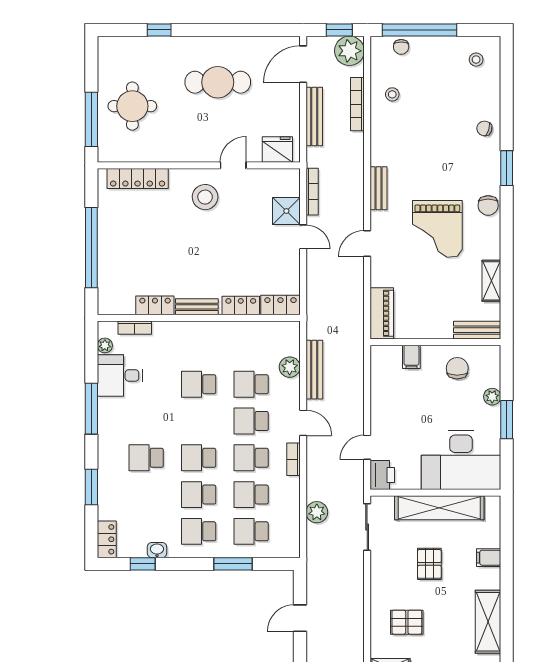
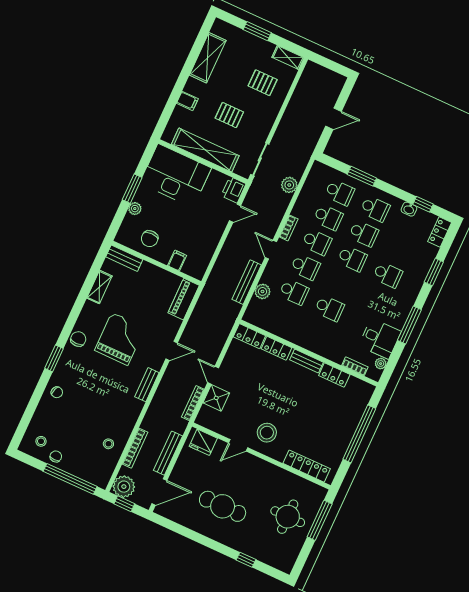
chair: (401, 47) -> (56, 456), moved
pallet: (429, 564) -> (229, 115), turned 90

